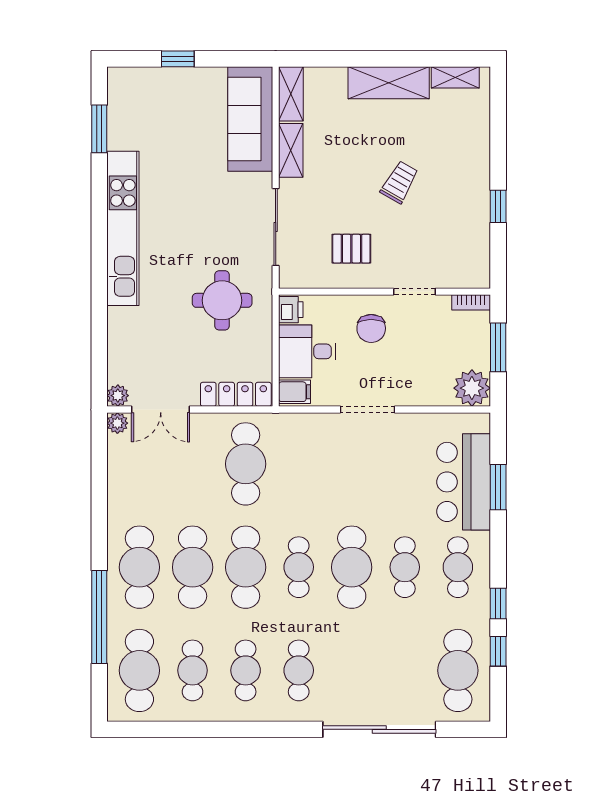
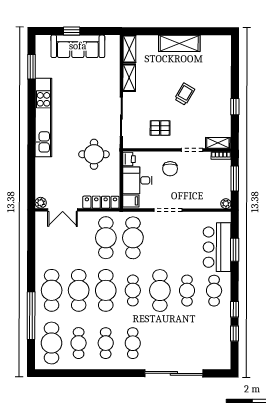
shelving: (455, 77) -> (218, 143), moved
sofa: (250, 119) -> (78, 46), moved, turned -90
plant: (472, 388) -> (226, 204), width x0.53, depth x0.53
plant: (117, 423) -> (40, 217), removed
cafe table: (458, 670) -> (133, 238), moved

